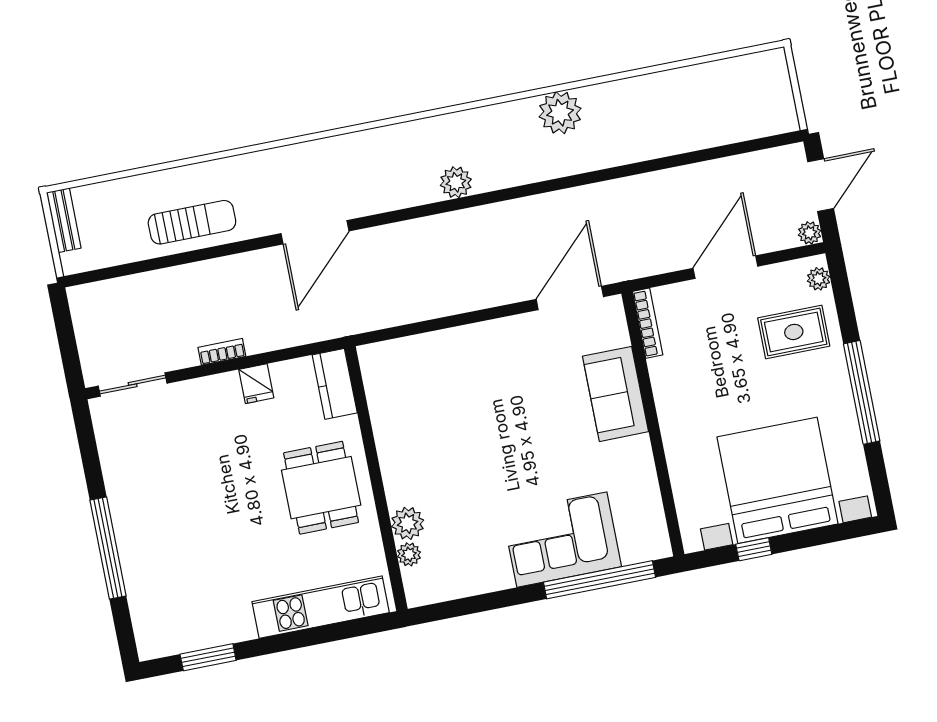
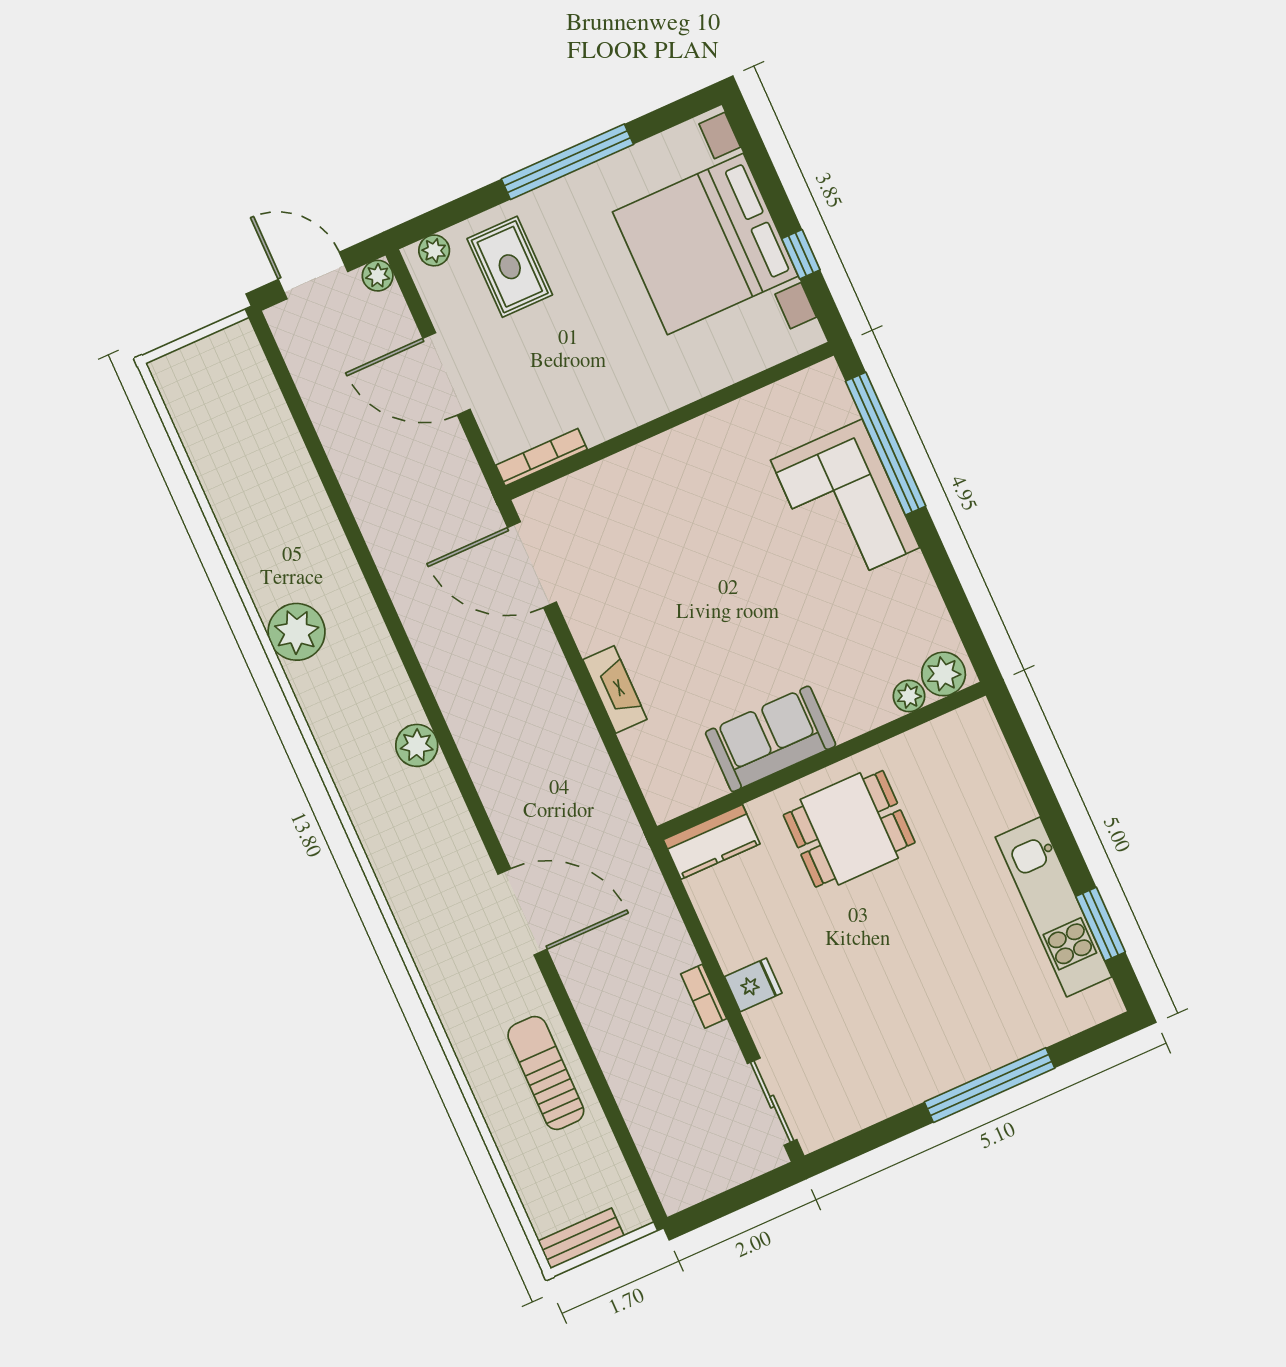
fireplace: (464, 338) -> (615, 689), added
fridge: (256, 384) -> (753, 985), moved
sofa: (615, 394) -> (771, 739), moved, turned 180
plant: (408, 523) -> (944, 674), moved
kitchen unit: (321, 607) -> (1053, 907), moved

